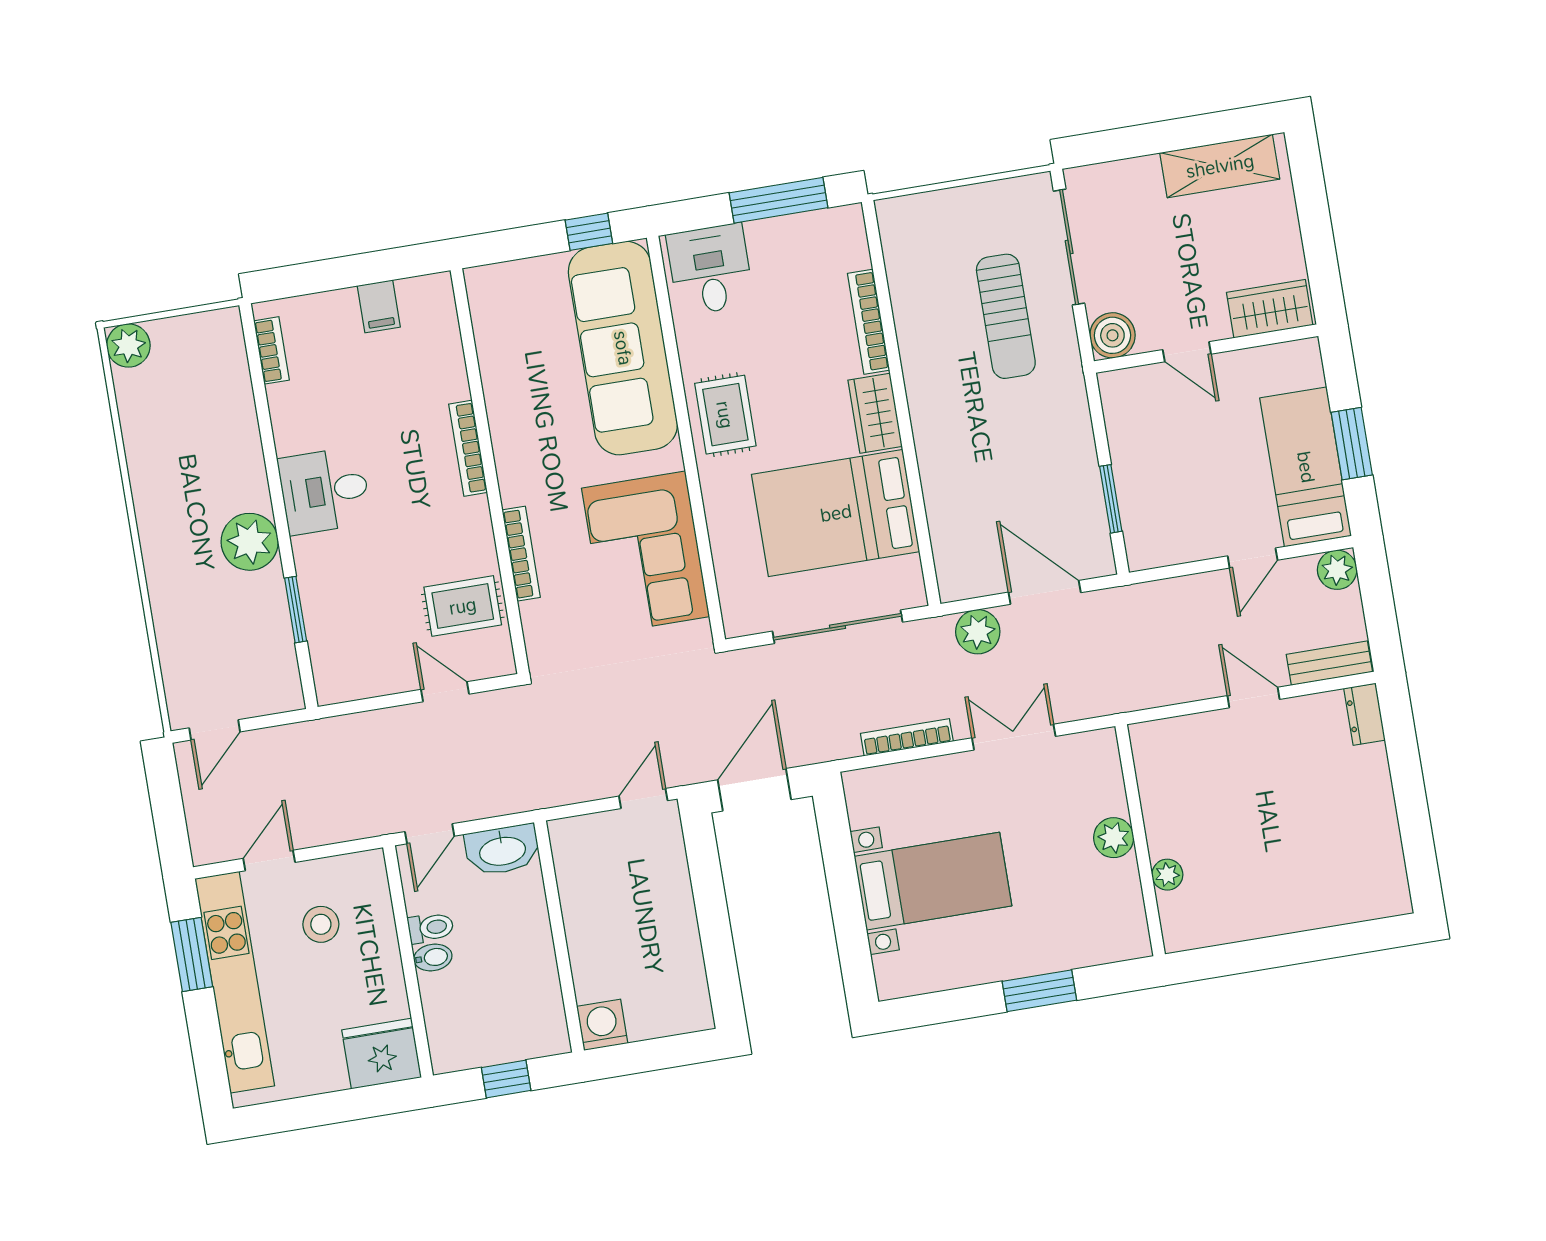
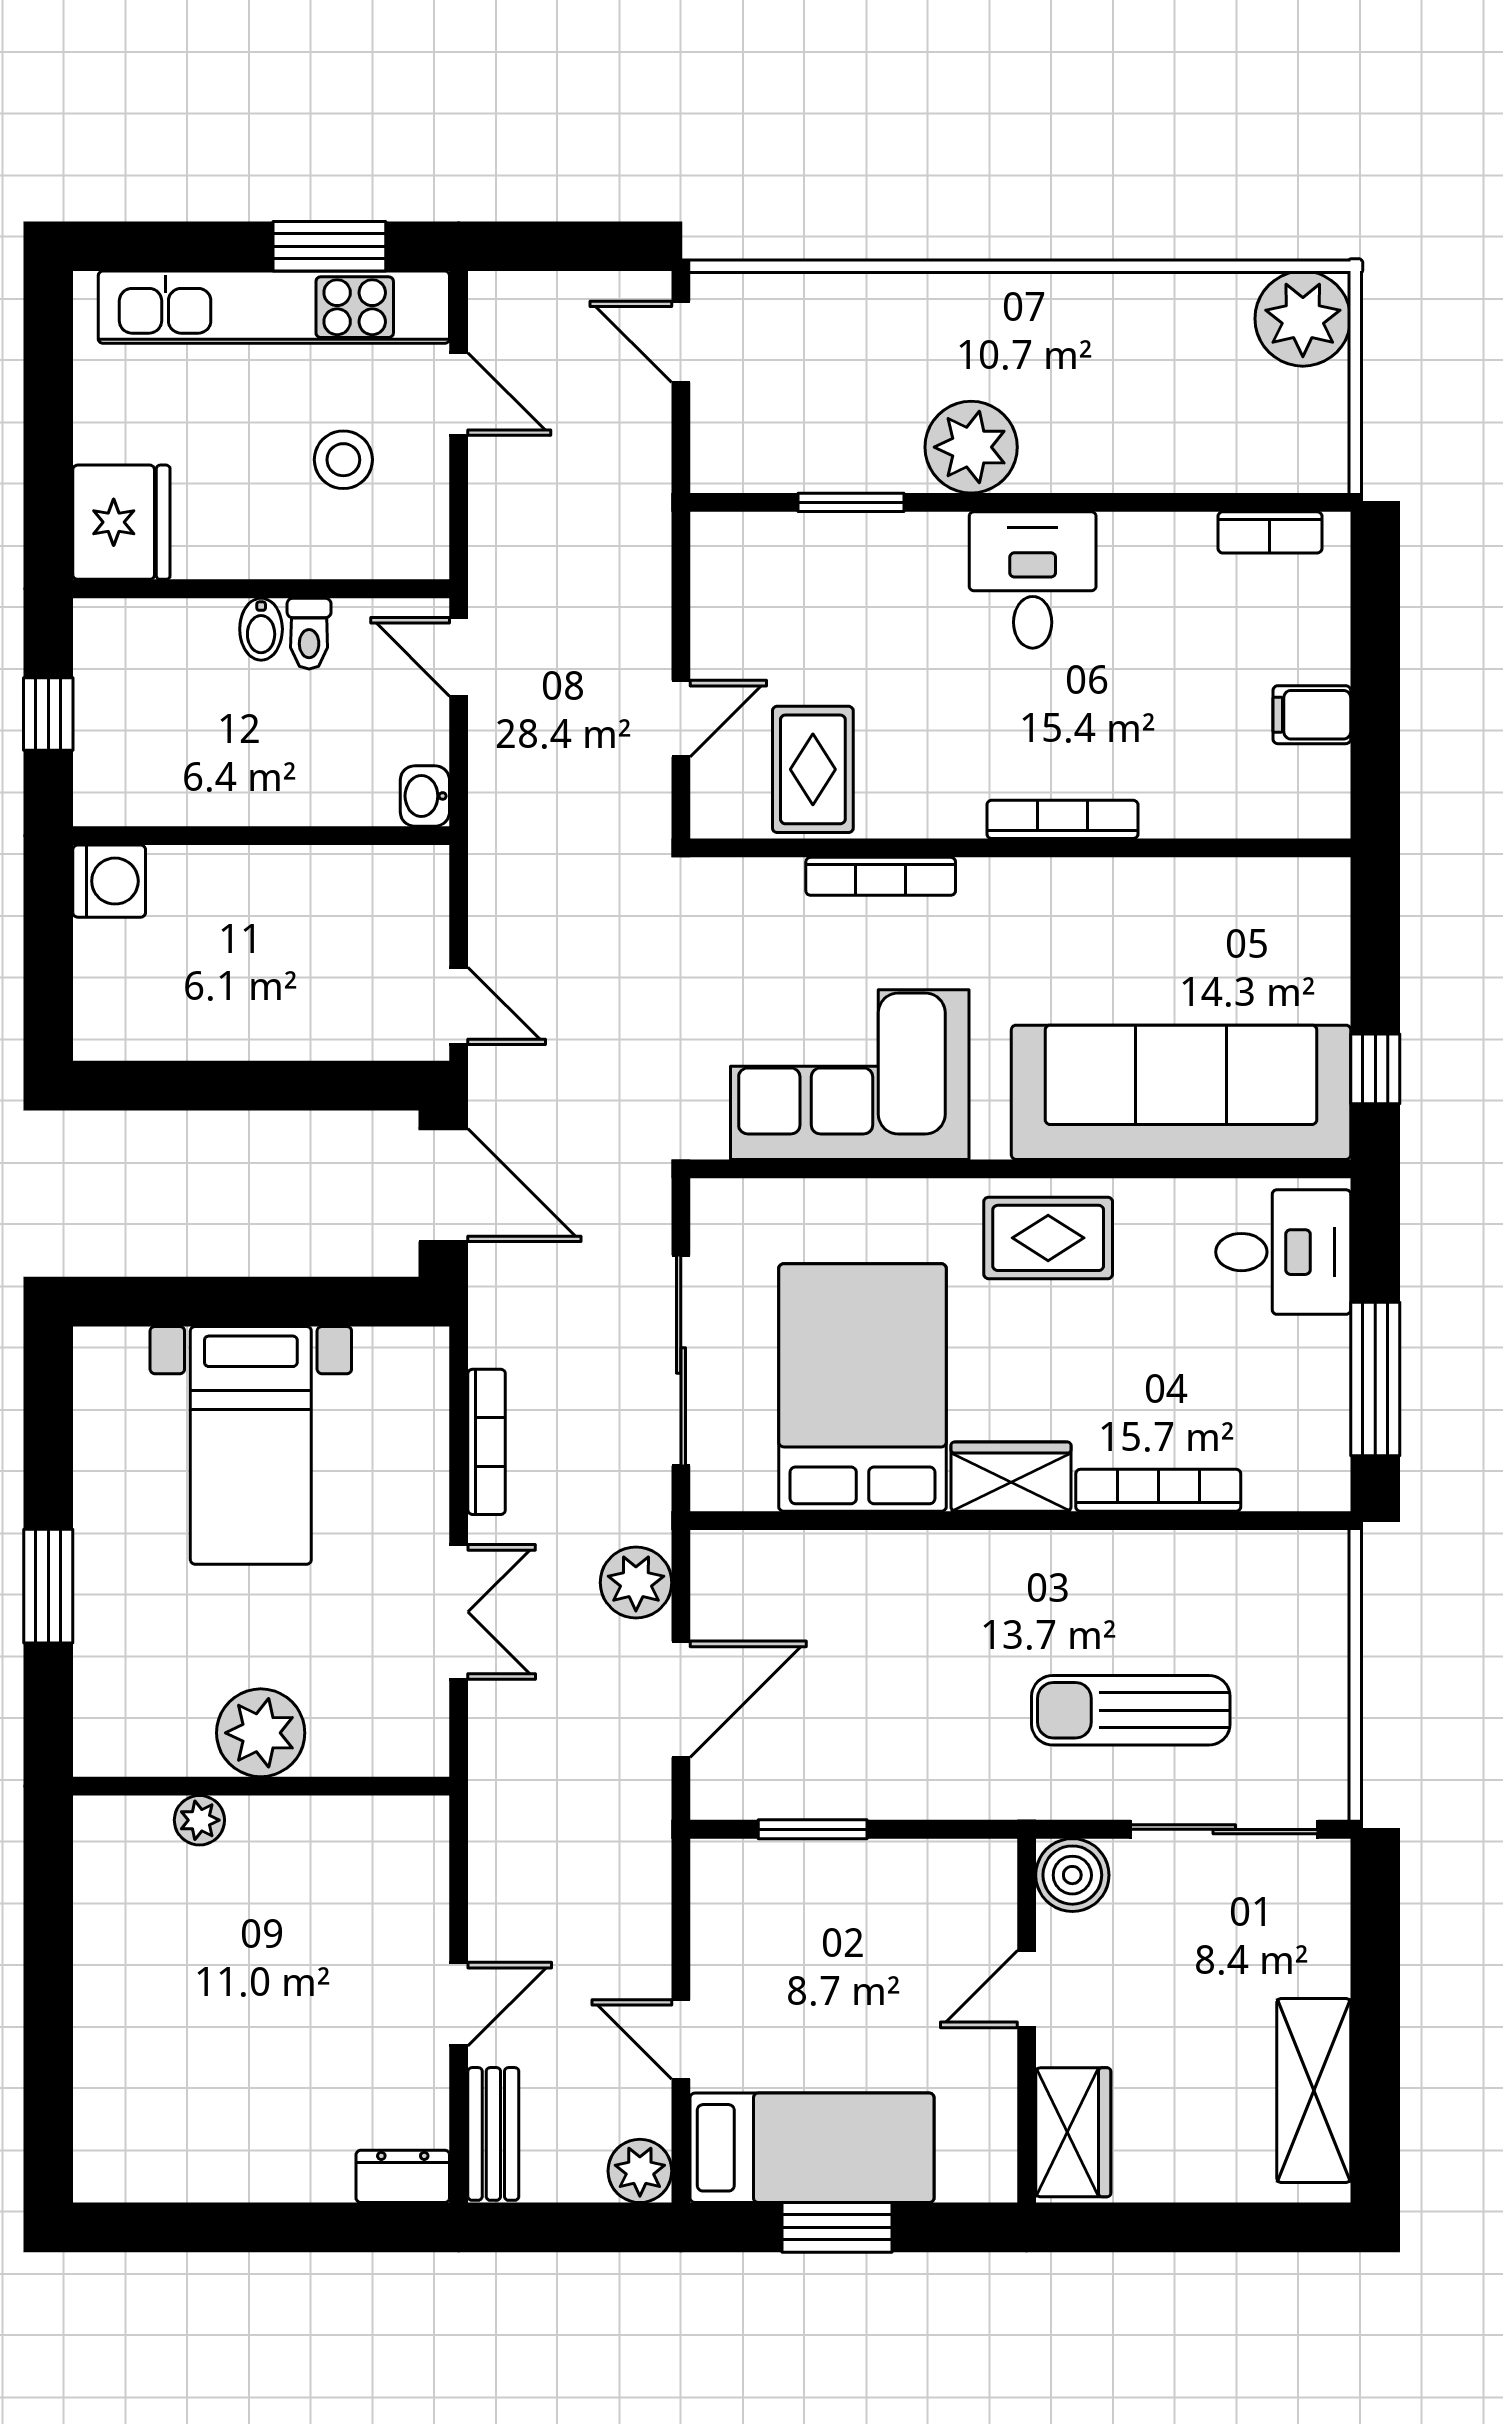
plant: (128, 345) -> (1303, 319), width x1.36, depth x1.36
plant: (1114, 838) -> (261, 1733), width x1.36, depth x1.36
washbasin: (502, 850) -> (425, 796), width x0.52, depth x0.69

